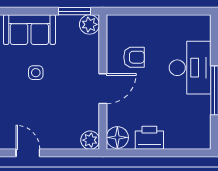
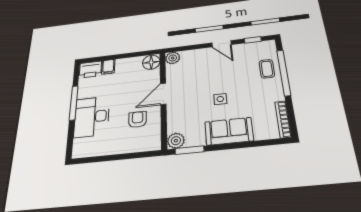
armchair: (134, 57) -> (138, 120), turned 90
printer: (149, 138) -> (90, 69), moved
filing cabinet: (173, 139) -> (108, 67), added

